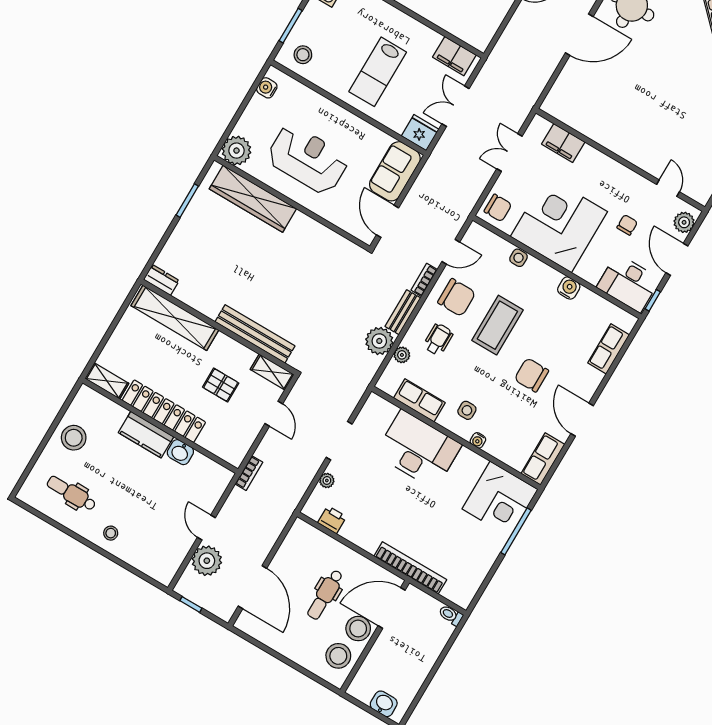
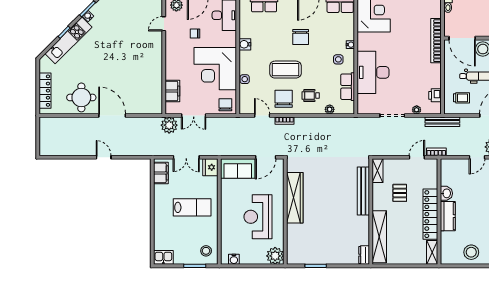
wardrobe: (253, 199) -> (295, 198), moved
bench: (403, 312) -> (442, 122), moved, width x1.36
plant: (379, 341) -> (169, 125), moved
door: (274, 414) -> (417, 157), moved
trolley: (306, 556) -> (461, 98), added

